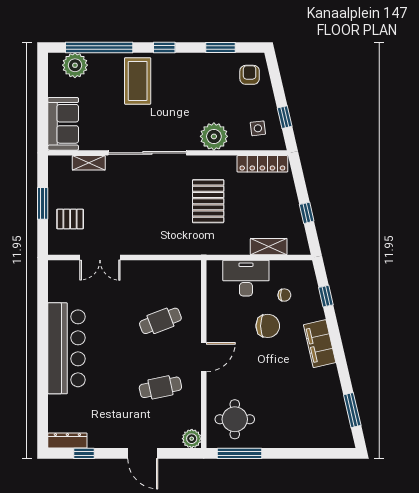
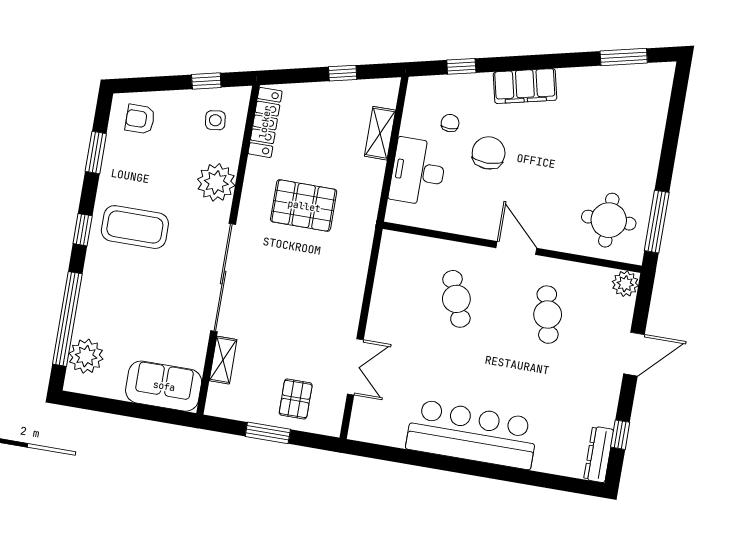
coffee table: (138, 81) -> (135, 227), moved

